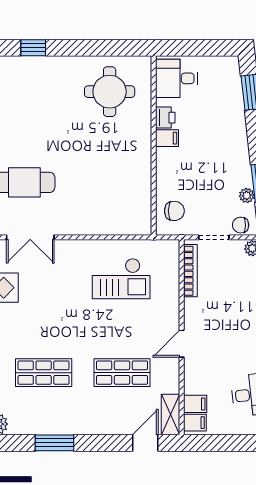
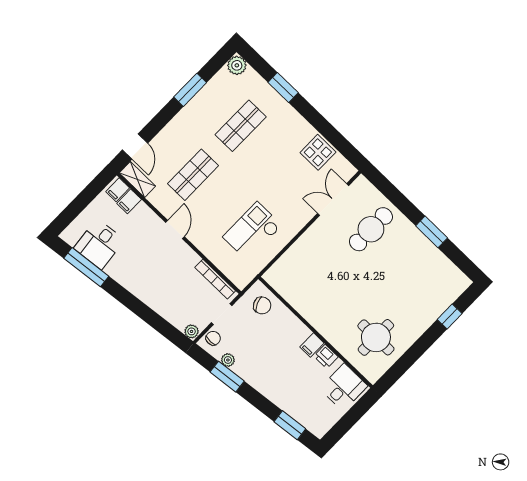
chair: (174, 211) -> (262, 305), turned -114

